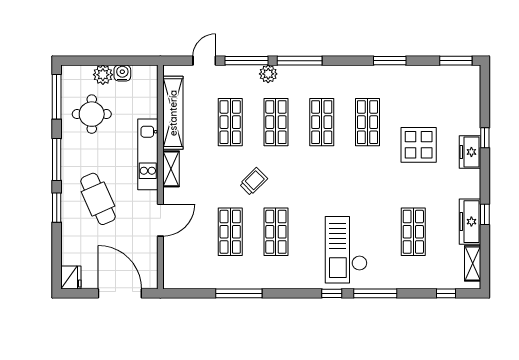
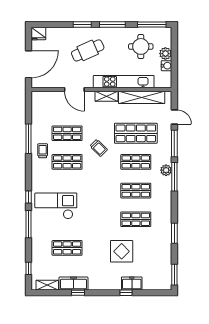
plant: (268, 74) -> (166, 170), moved
shop shelf: (230, 122) -> (136, 133), width x1.43, depth x1.36
freezer: (470, 152) -> (132, 283), moved
kitchen unit: (148, 154) -> (124, 82), width x1.36
trolley: (258, 271) -> (43, 151), added

